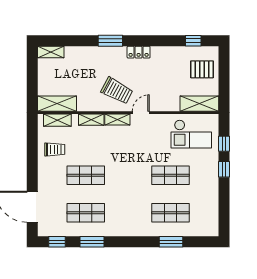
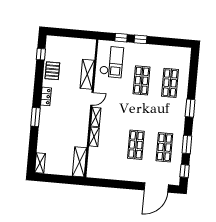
pallet: (202, 69) -> (52, 71), moved
trolley: (117, 91) -> (74, 115), removed
shelving: (199, 104) -> (87, 74), moved
door: (141, 113) -> (92, 99), swing flipped
shelving: (57, 120) -> (92, 163), removed
trolley: (55, 149) -> (114, 167), removed
window: (171, 242) -> (190, 108), moved

